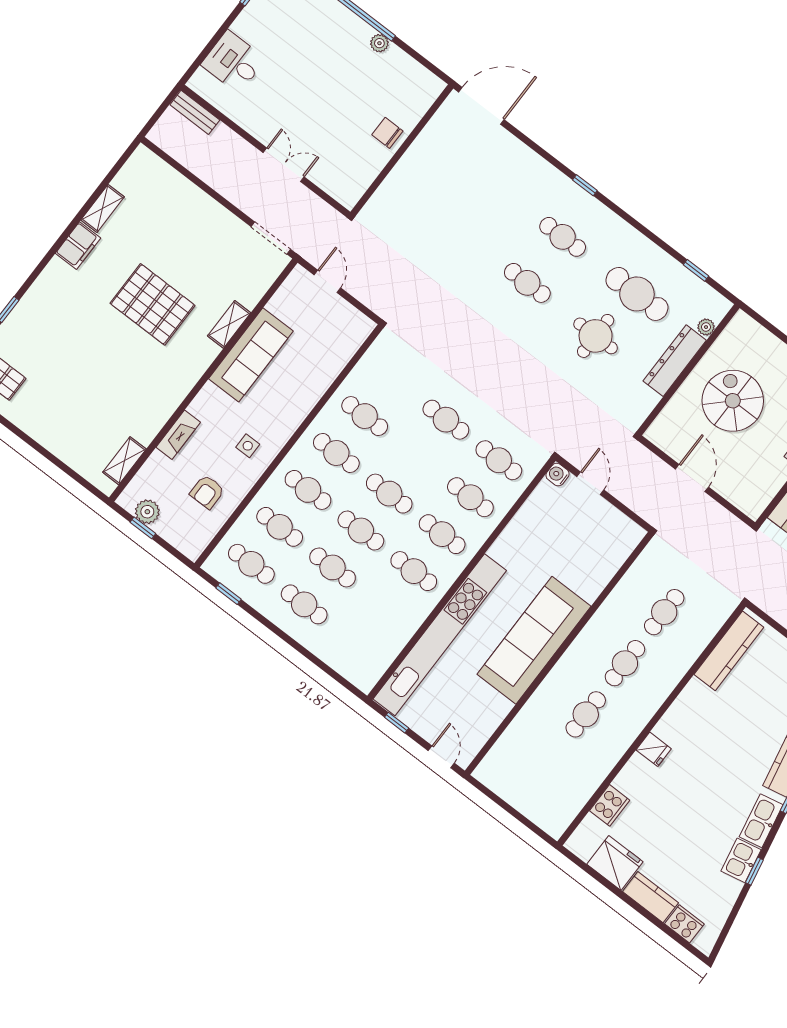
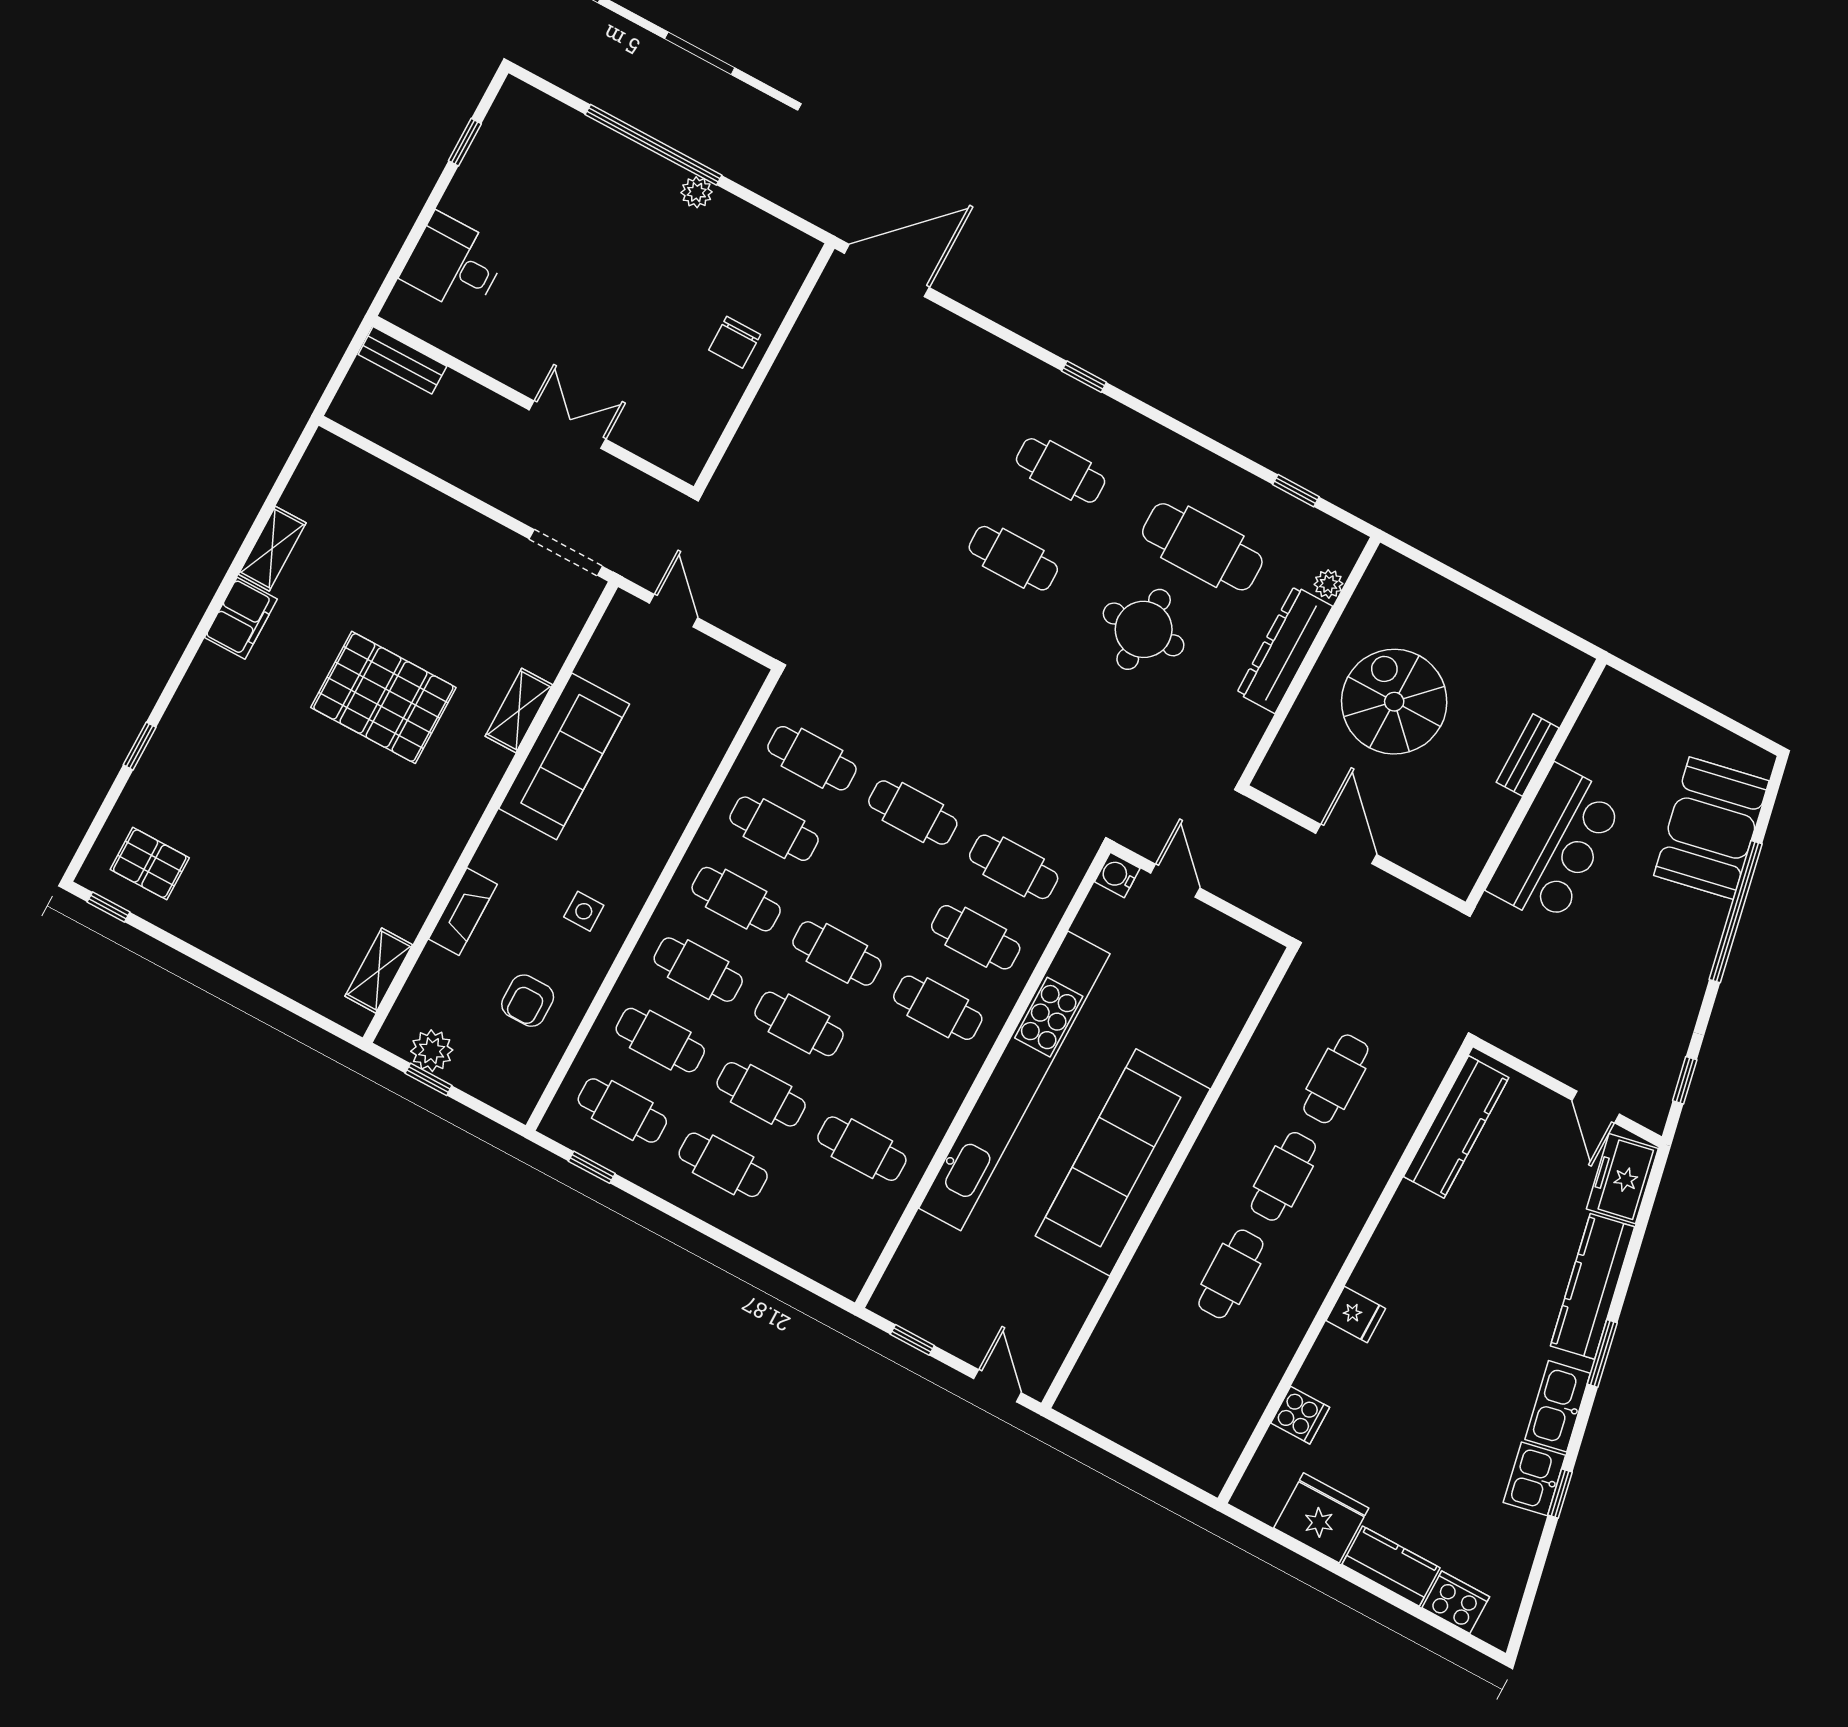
chair: (387, 133) -> (735, 342), turned -90
cafe table: (393, 379) -> (812, 758), added
cafe table: (414, 571) -> (862, 1149), moved
kitchen unit: (440, 635) -> (1014, 1081), moved
cooker: (610, 805) -> (1300, 1415), width x0.73

